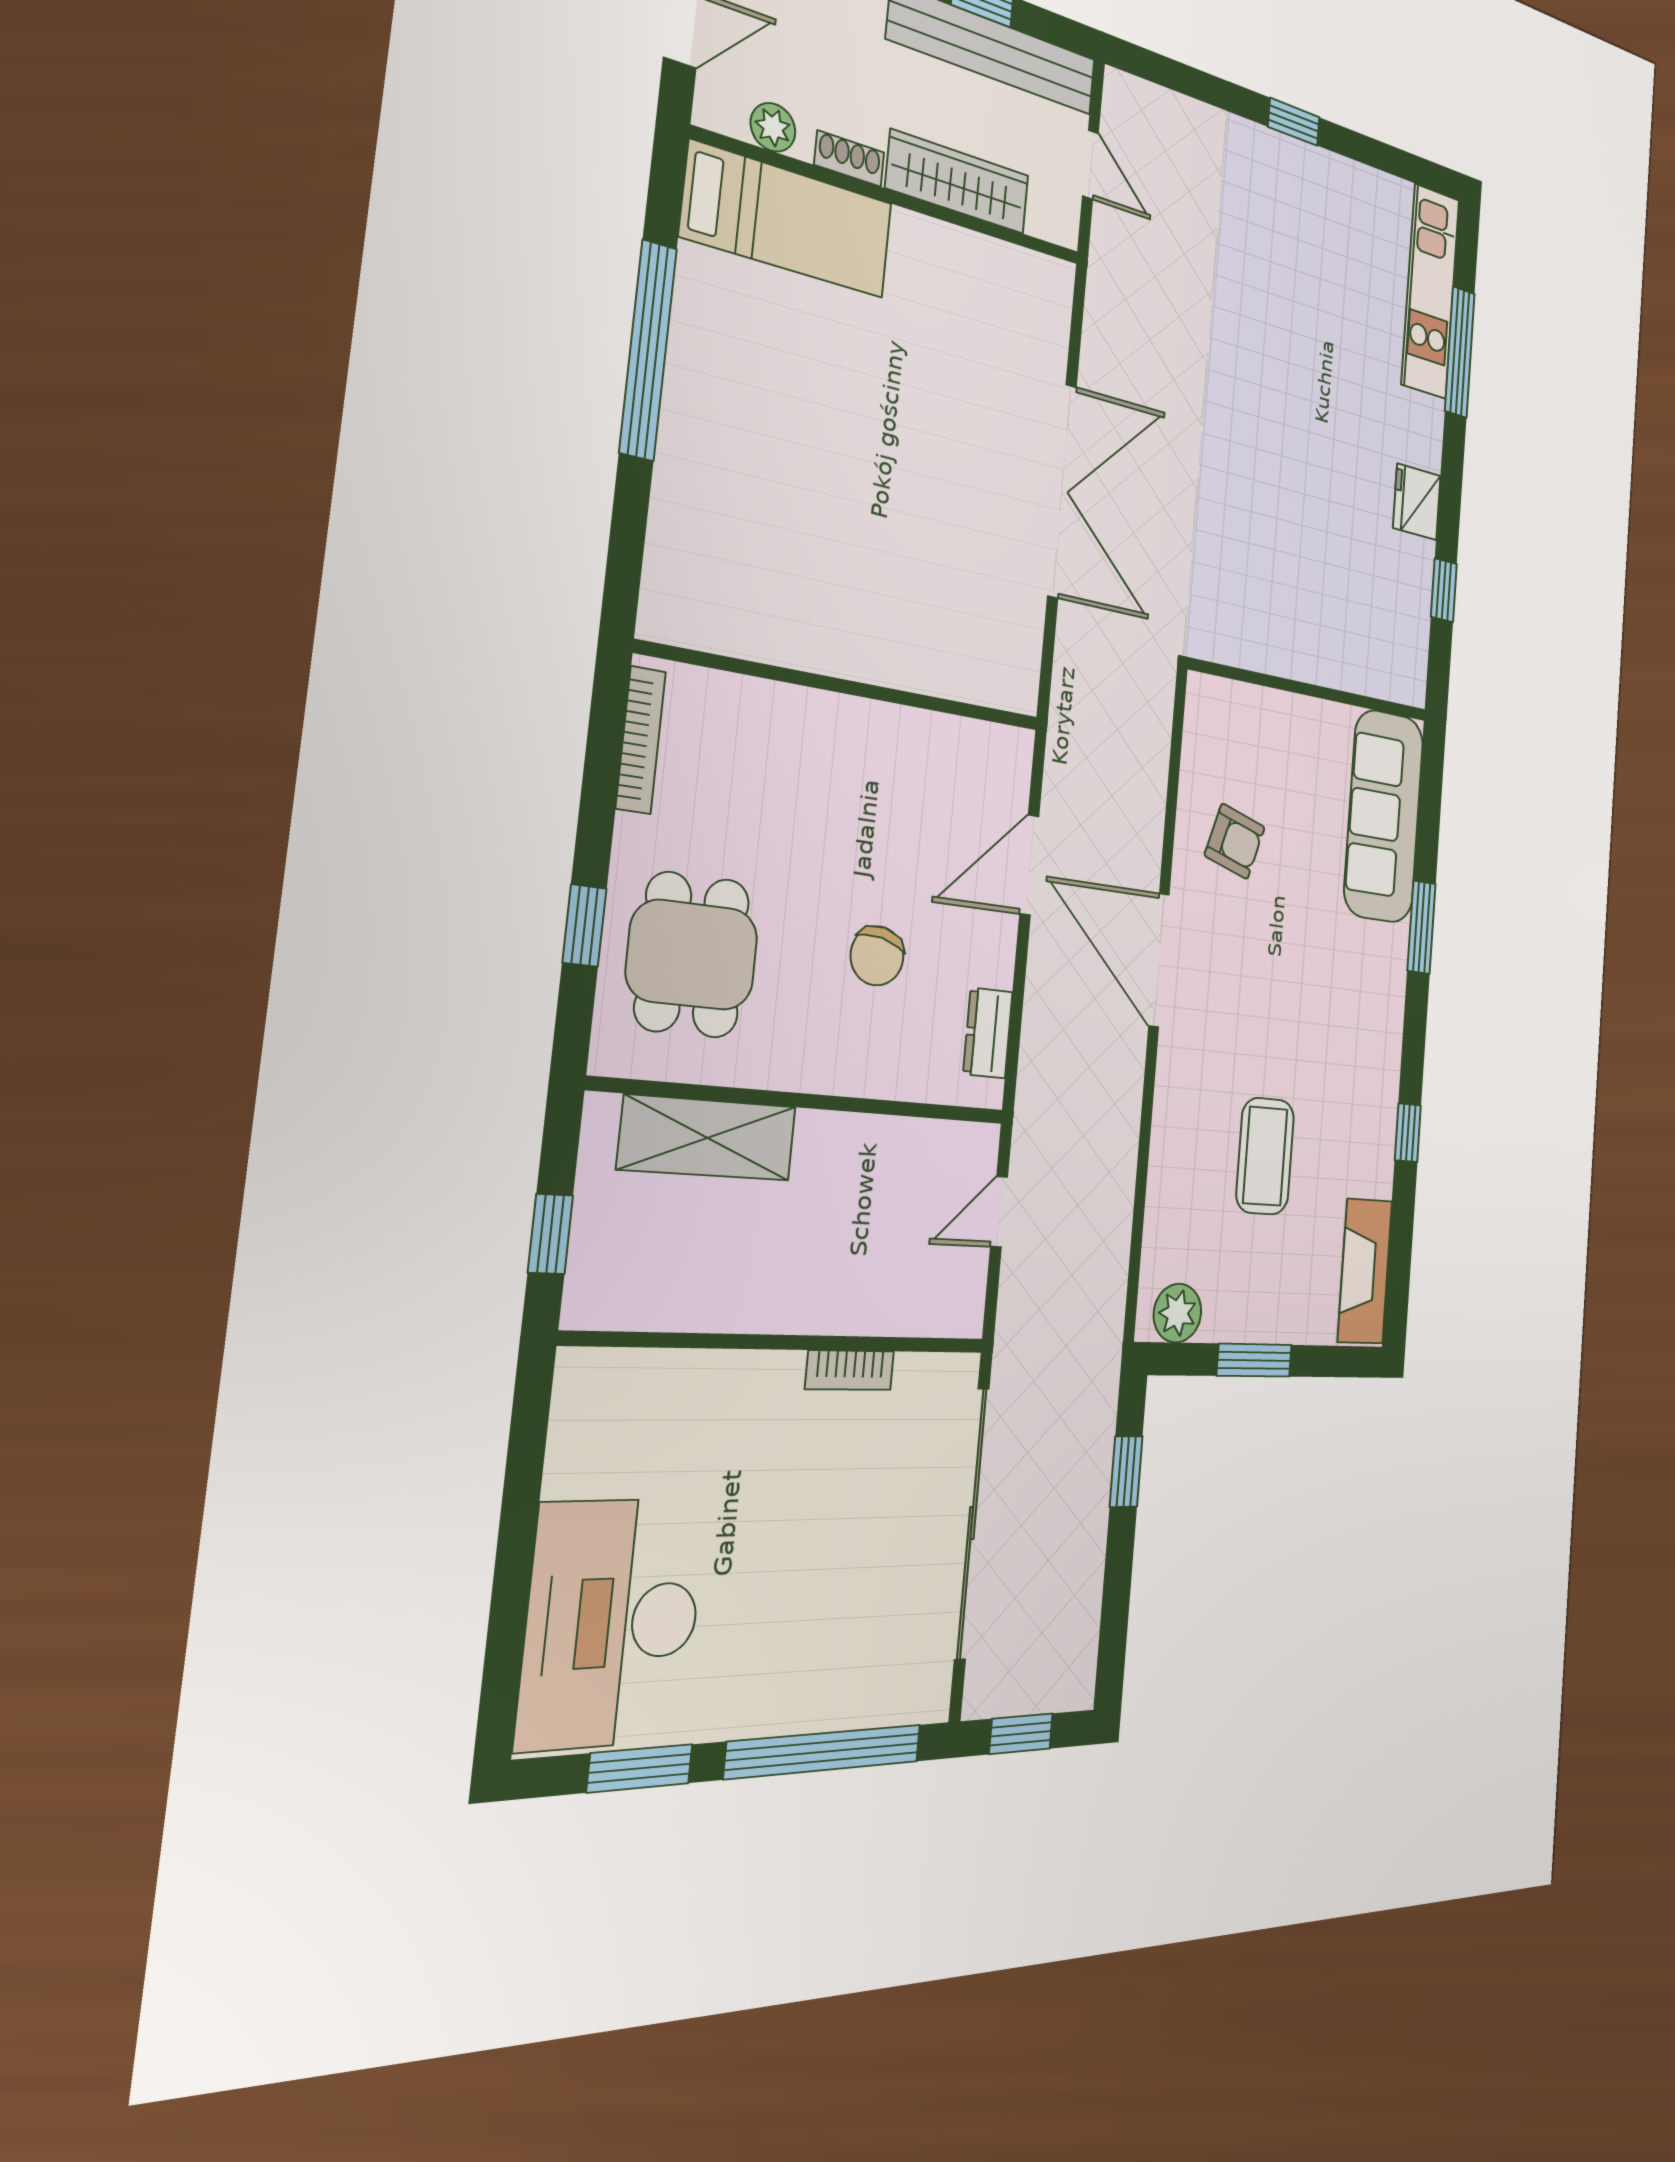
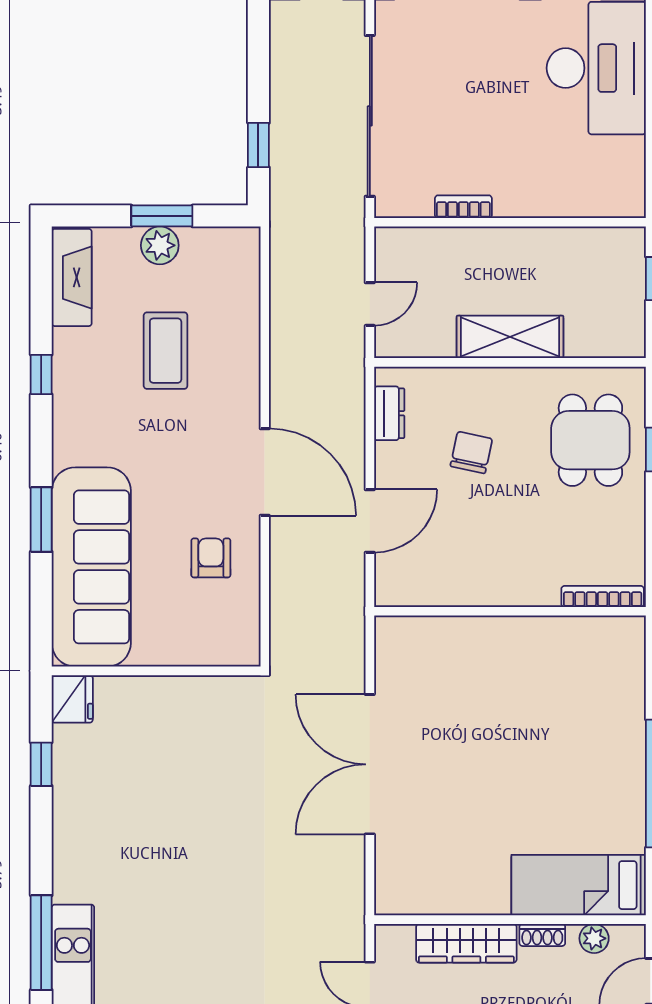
fridge: (1417, 502) -> (72, 699), moved
bookcase: (641, 740) -> (603, 596), moved, turned 90
sofa: (1384, 816) -> (91, 567), width x1.36, depth x1.27
armchair: (1235, 841) -> (211, 558), turned 73
shelving: (708, 1138) -> (510, 337), moved
plant: (1177, 1313) -> (160, 245), moved

